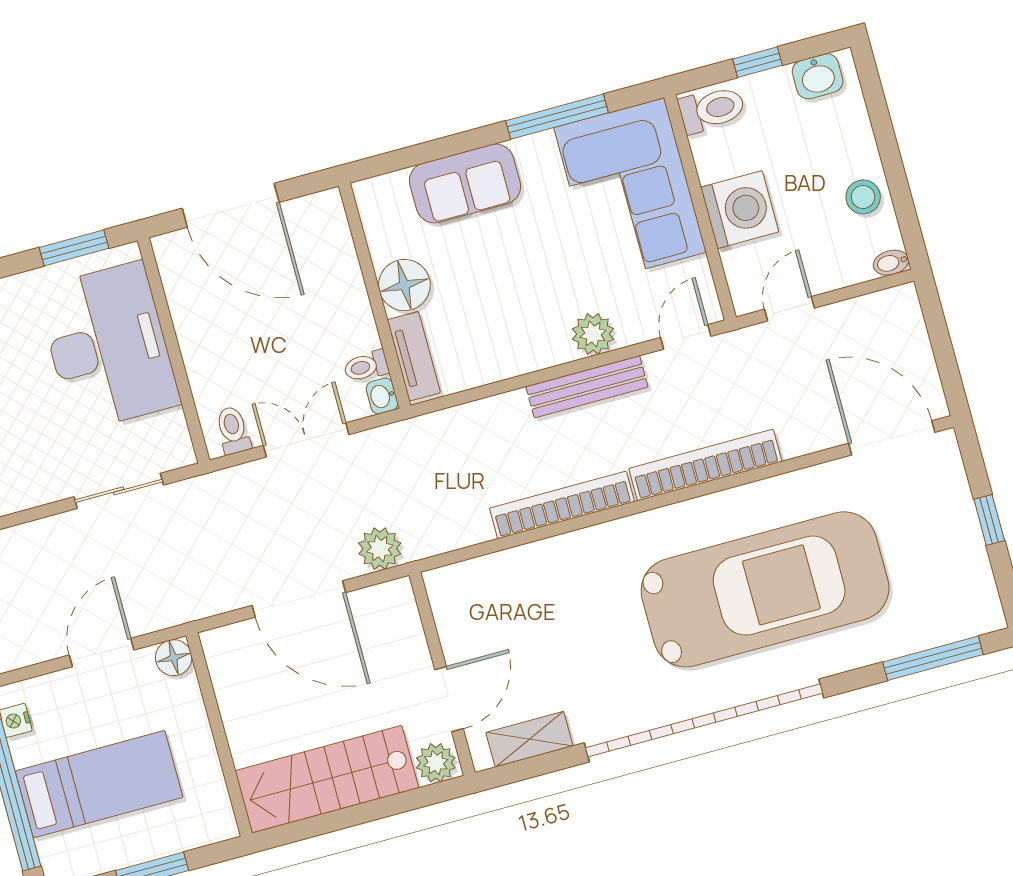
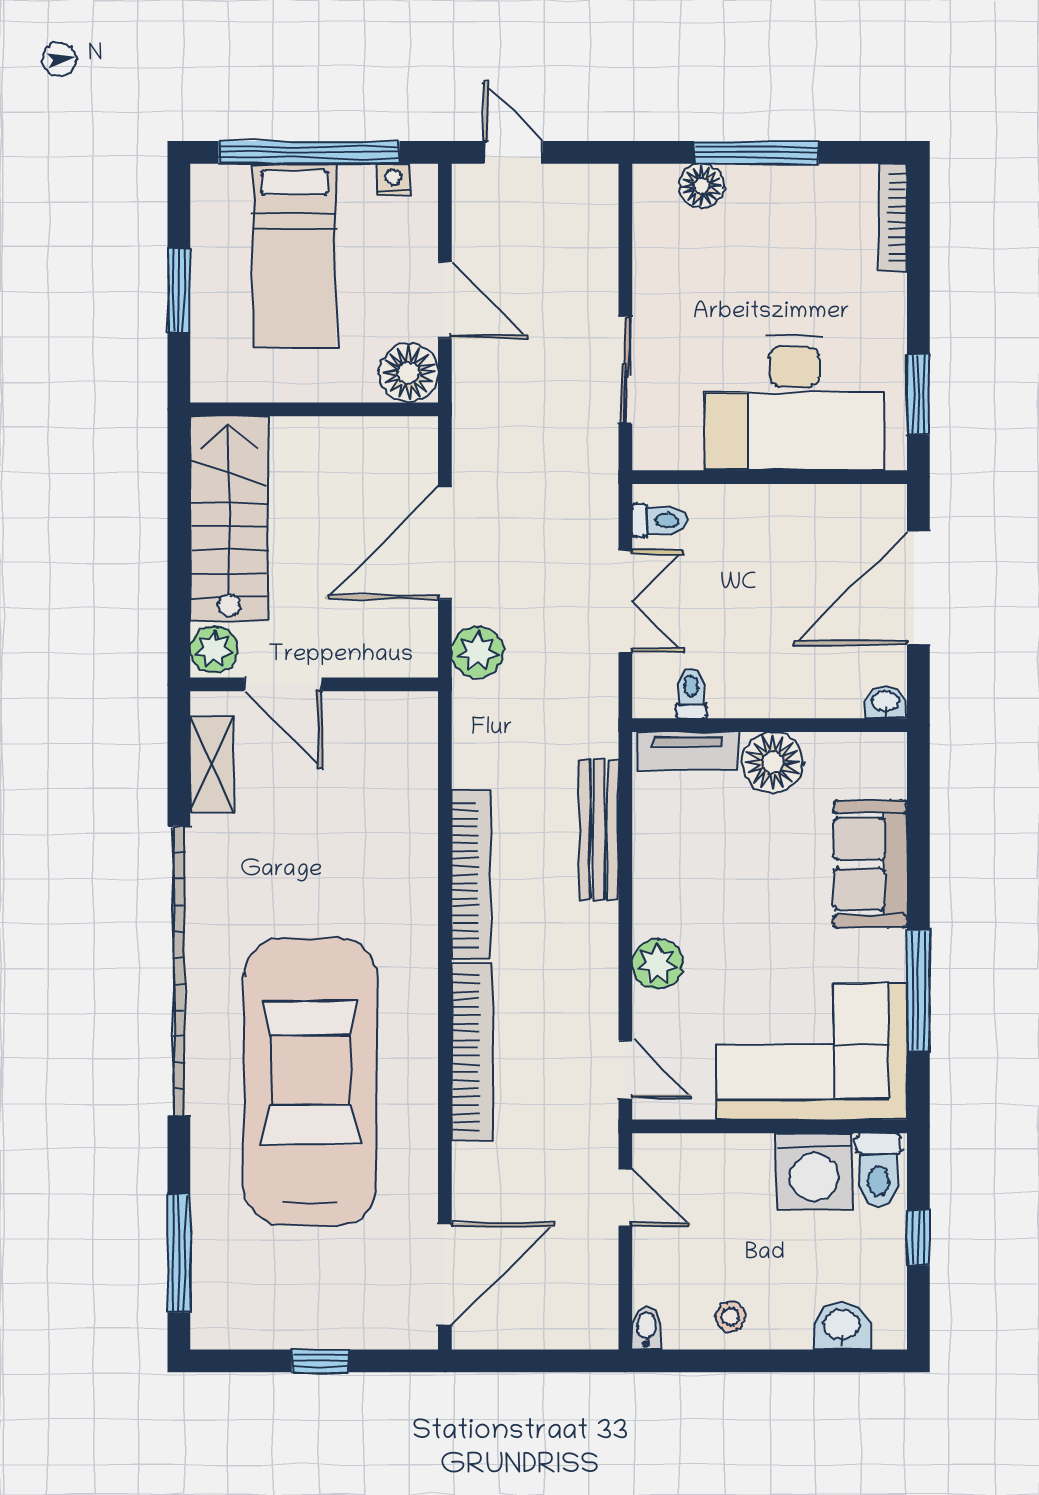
washbasin: (818, 76) -> (842, 1326), moved, turned 90
stool: (863, 197) -> (731, 1317), width x0.73, depth x0.73
washing machine: (740, 210) -> (814, 1171), moved
bench: (587, 387) -> (599, 830), moved
washbasin: (382, 396) -> (885, 702), moved
car: (765, 589) -> (310, 1082), turned 180
floor lamp: (174, 658) -> (409, 373), width x1.38, depth x1.38

